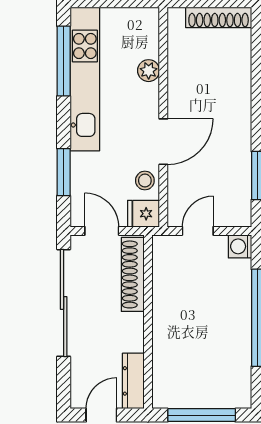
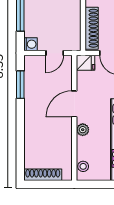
plant: (149, 71) -> (83, 130), moved
stool: (145, 181) -> (83, 166), moved

